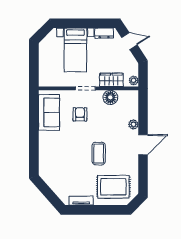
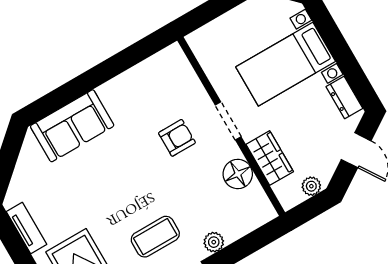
plant: (134, 80) -> (311, 186), moved
sofa: (49, 112) -> (72, 126), moved
coffee table: (99, 154) -> (155, 237), moved

